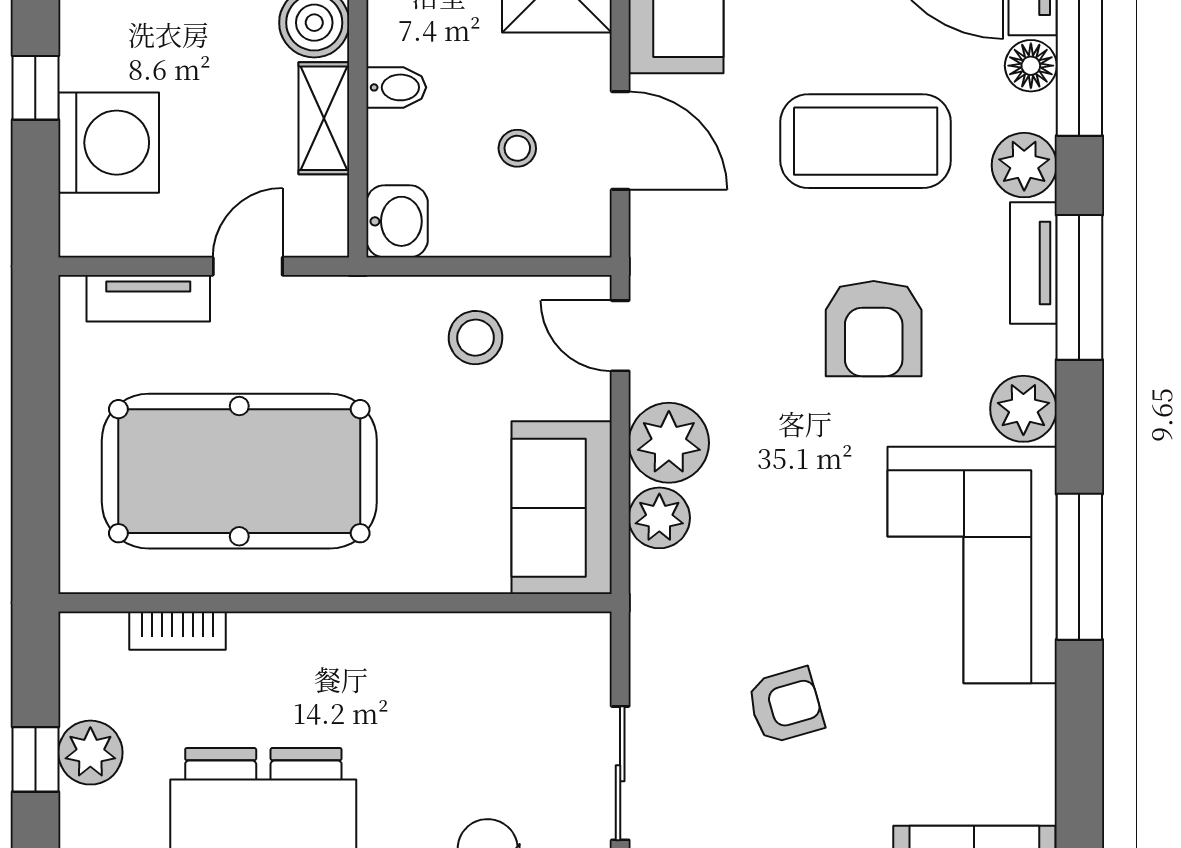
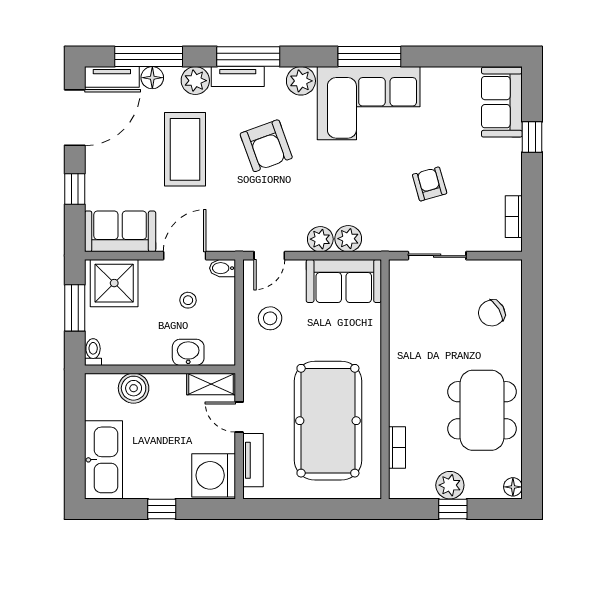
bidet: (396, 87) -> (222, 268), moved, turned -90
shelving: (324, 118) -> (211, 384), moved
washing machine: (109, 143) -> (214, 475), moved, turned -90
washbasin: (397, 221) -> (188, 352), moved
armchair: (874, 329) -> (266, 146), turned 70
plant: (669, 443) -> (320, 239), width x0.73, depth x0.73
sliding door: (620, 773) -> (437, 256), moved

